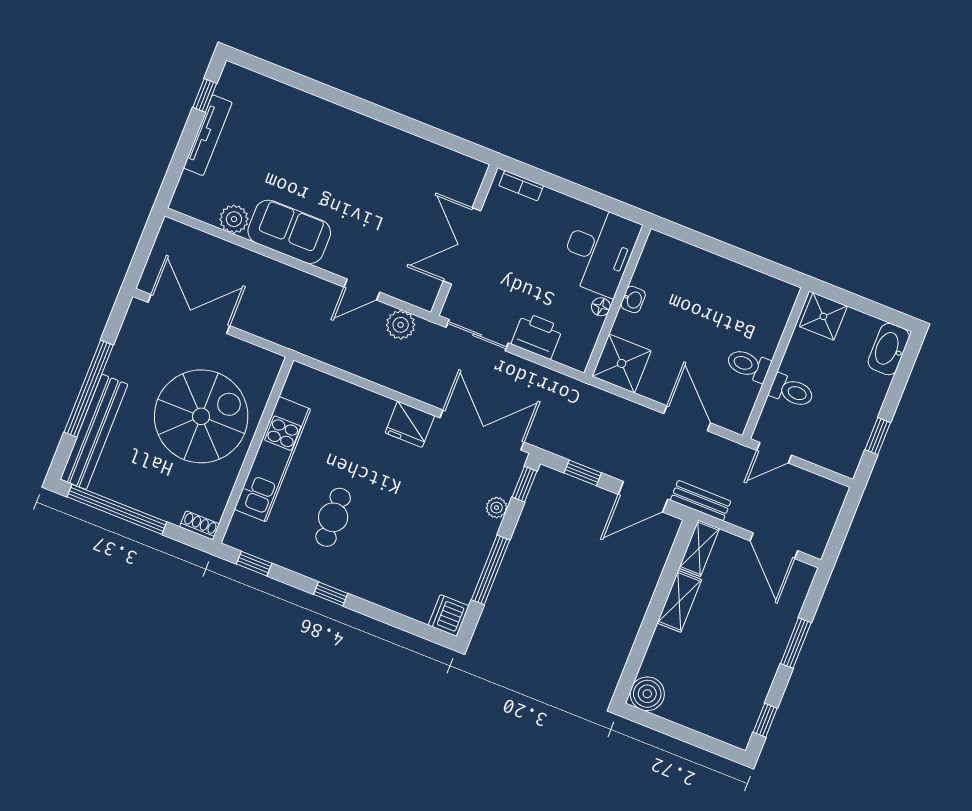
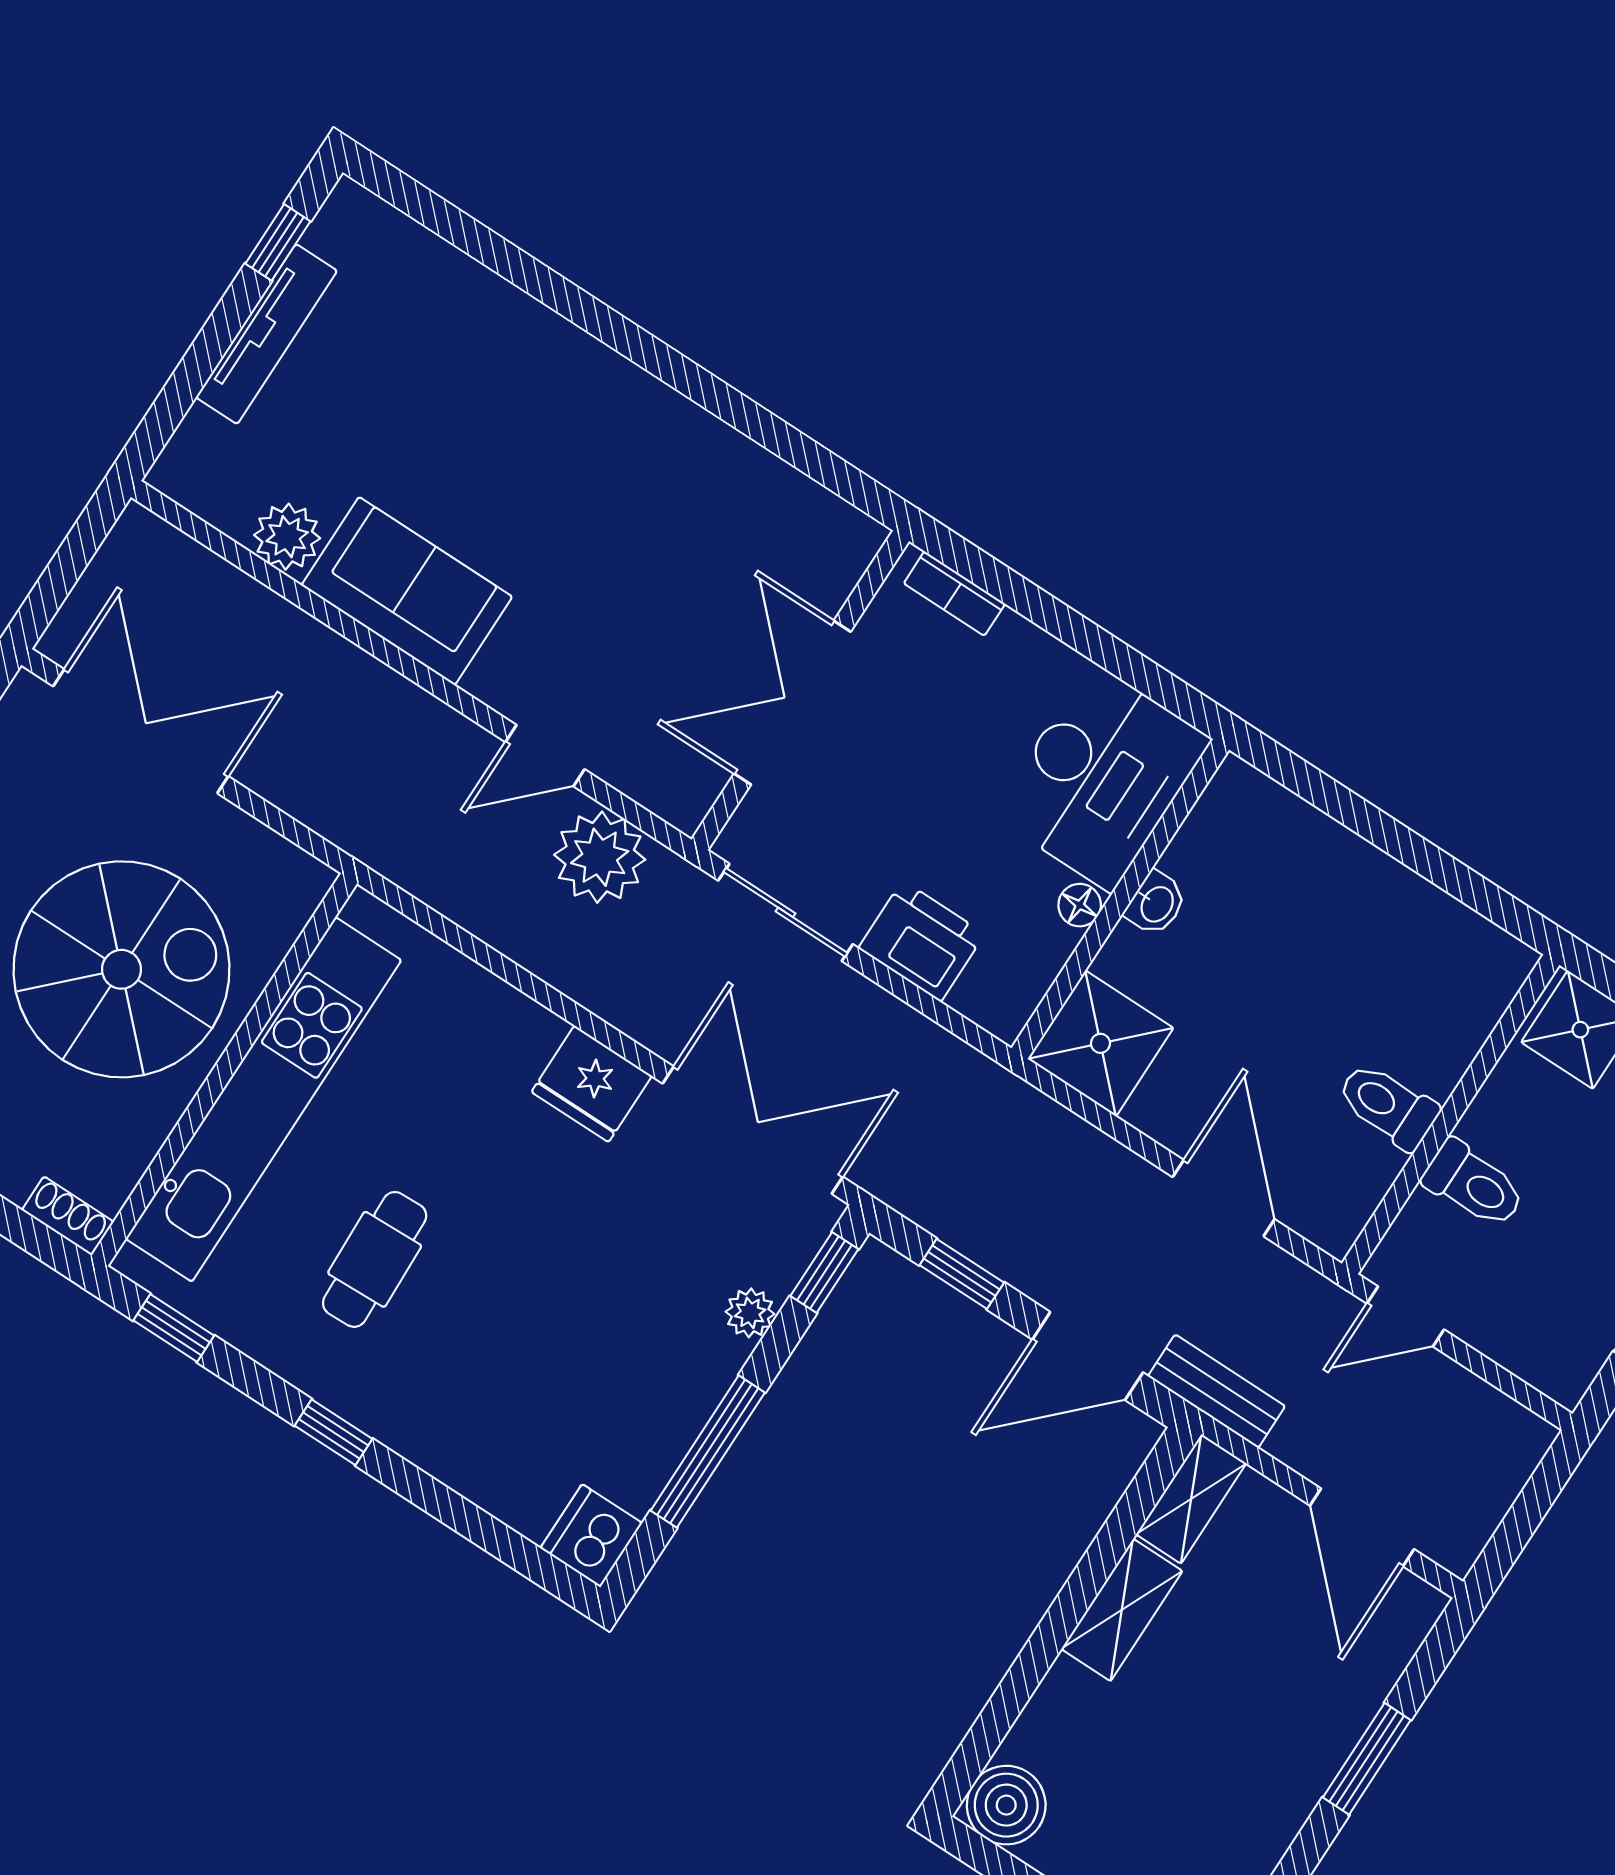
plant: (401, 325) -> (600, 857), width x1.36, depth x1.36
kitchen unit: (272, 459) -> (264, 1099), width x1.36

